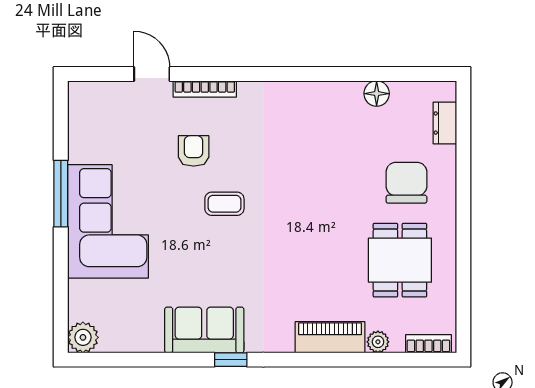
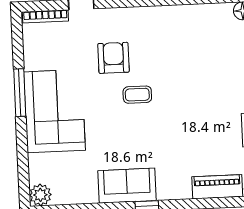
bookcase: (205, 89) -> (45, 16), moved
armchair: (194, 151) -> (113, 58), width x1.38, depth x1.38

